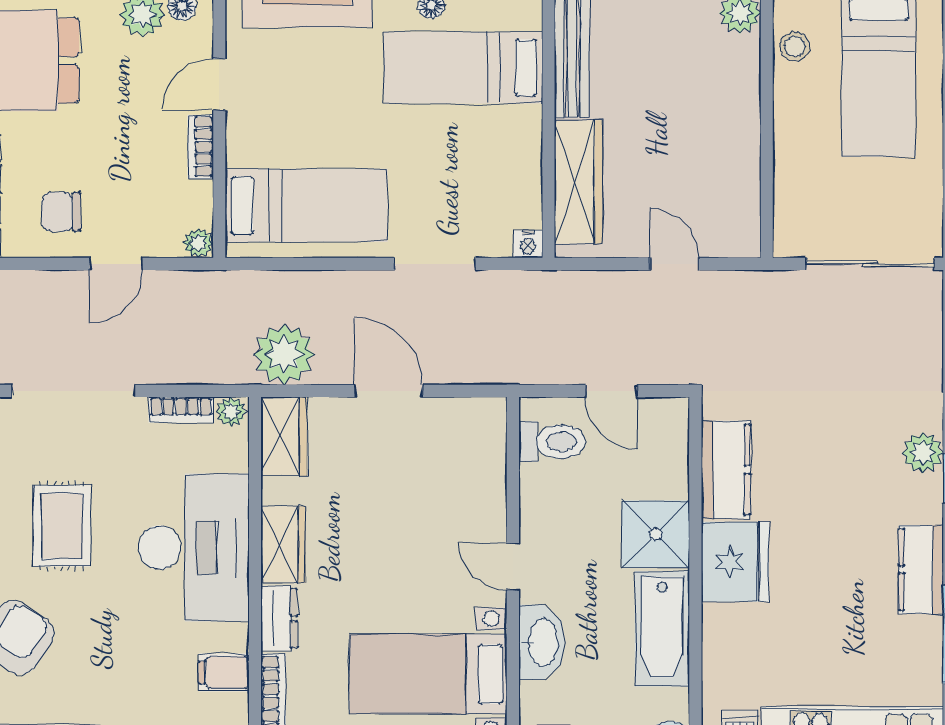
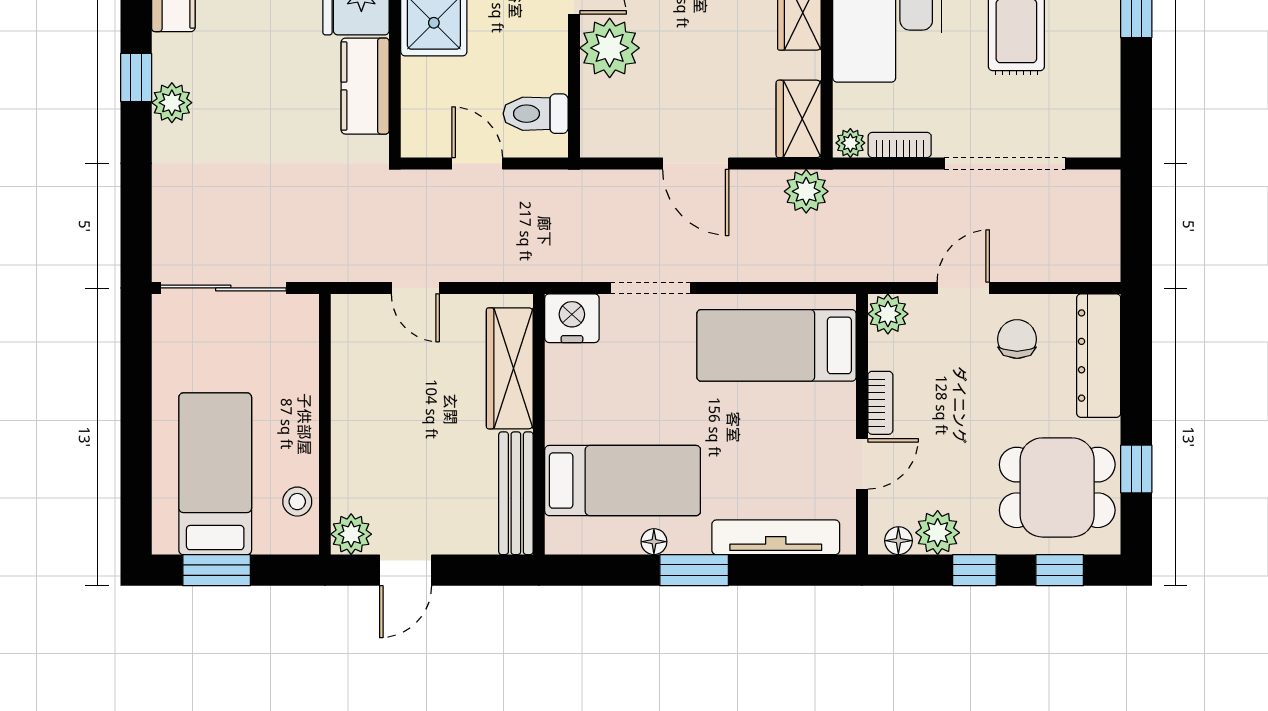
chair: (61, 212) -> (1017, 339), turned -90
plant: (198, 243) -> (888, 314), width x1.38, depth x1.38
nightstand: (528, 244) -> (572, 318), width x1.89, depth x1.79
plant: (284, 354) -> (806, 191), width x0.73, depth x0.73
plant: (476, 509) -> (610, 48), added

